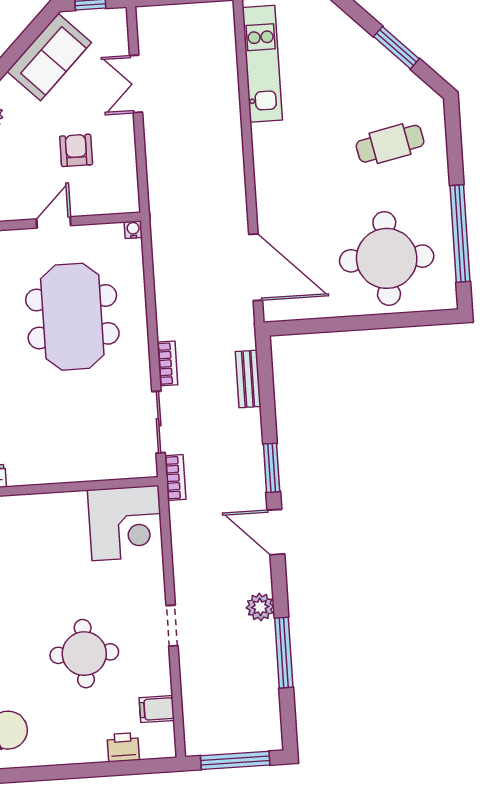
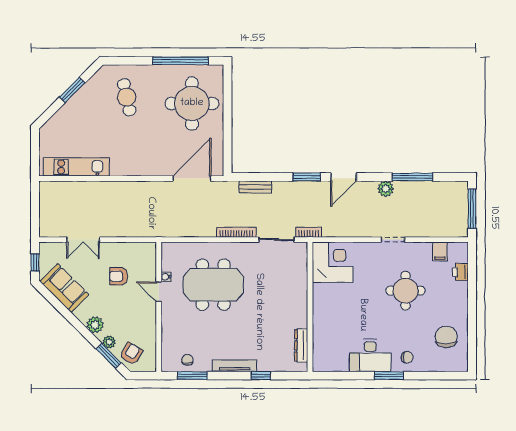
water cooler: (133, 230) -> (166, 277), moved
bookcase: (167, 363) -> (236, 232), width x1.56

